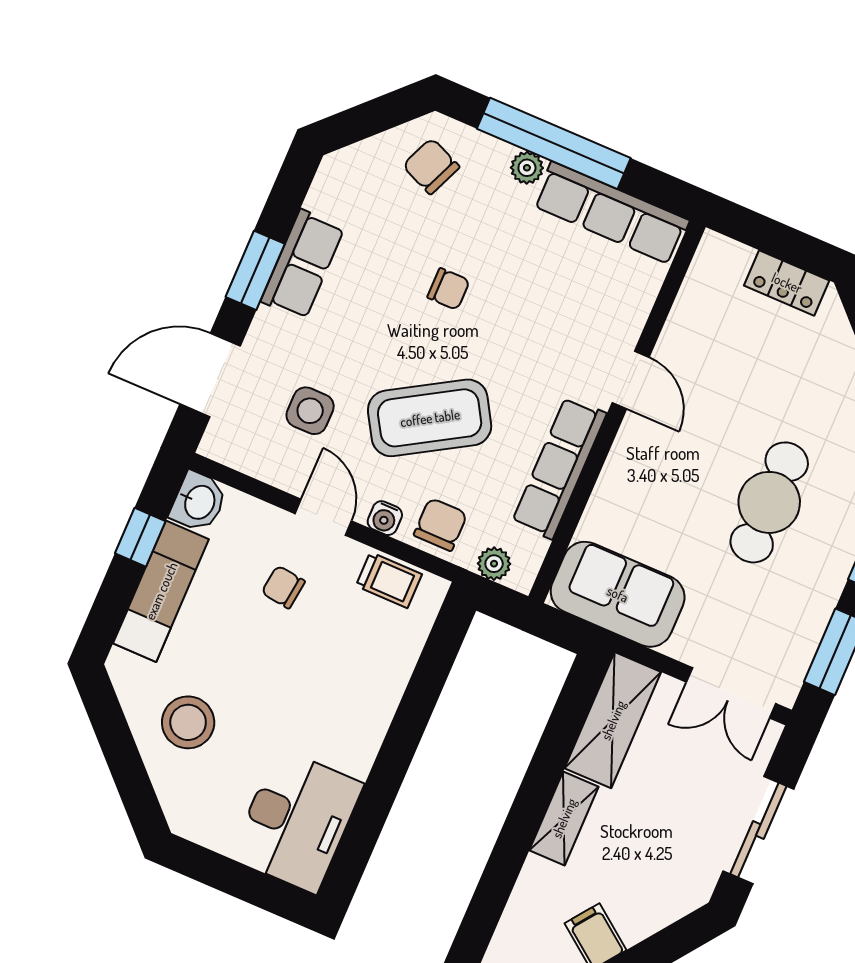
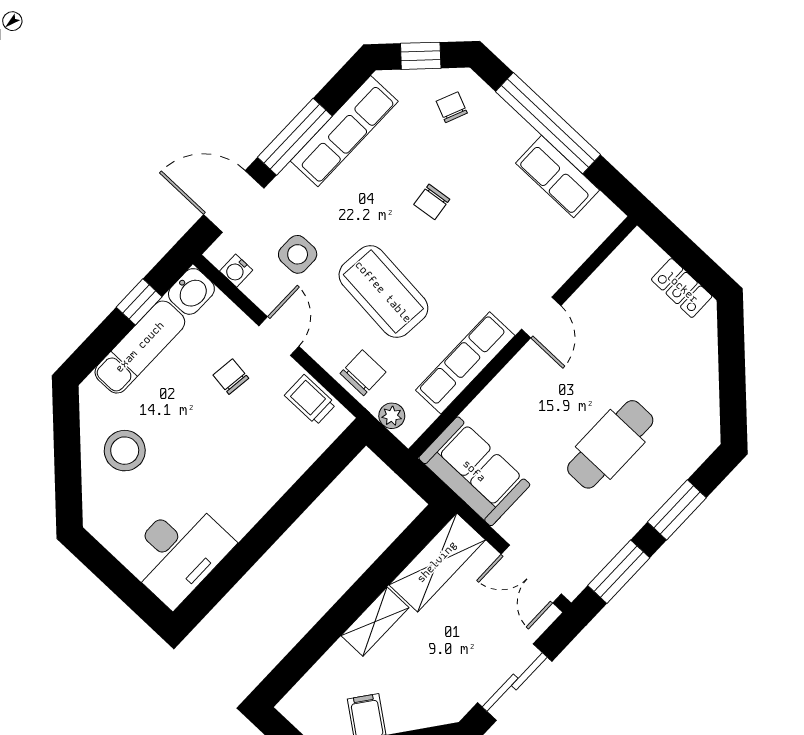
window: (371, 118) -> (421, 56), added
chair: (431, 166) -> (452, 107), width x0.73, depth x0.73
plant: (527, 168) -> (522, 134), removed
row of seats: (611, 213) -> (558, 177), width x0.68
row of seats: (303, 264) -> (344, 131), width x1.48
window: (255, 270) -> (295, 137), width x1.44
chair: (448, 289) -> (432, 202), turned 83
coffee table: (430, 418) -> (383, 292), turned 36
water cooler: (385, 518) -> (236, 271), moved
trolley: (389, 580) -> (310, 400), turned 180

